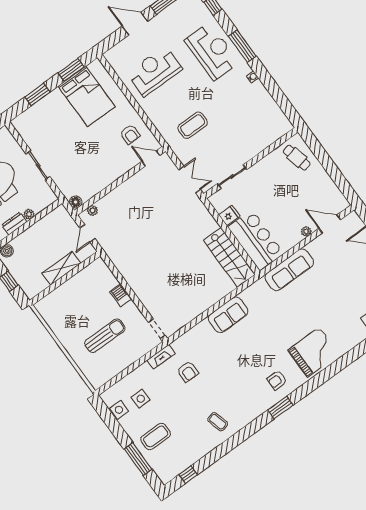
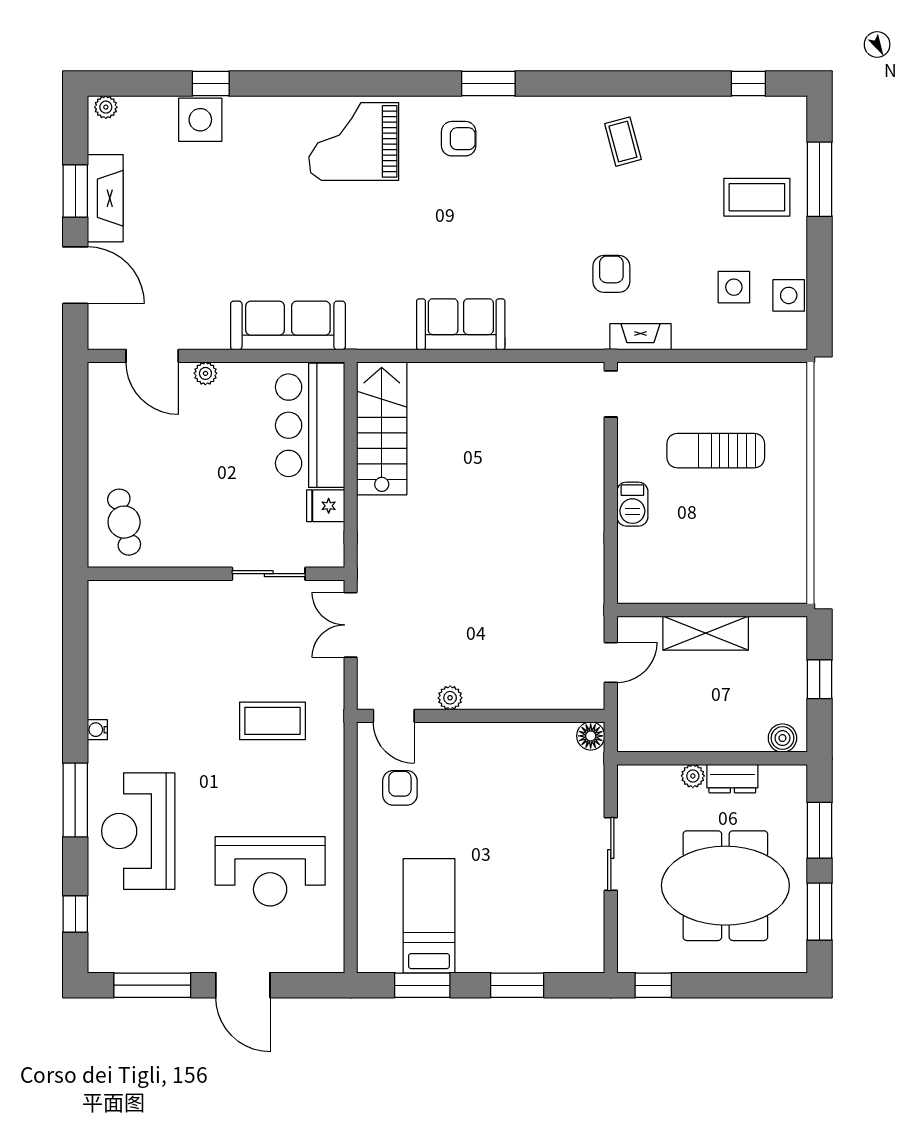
bed: (87, 96) -> (429, 916), width x0.67
plant: (92, 211) -> (450, 698), moved

